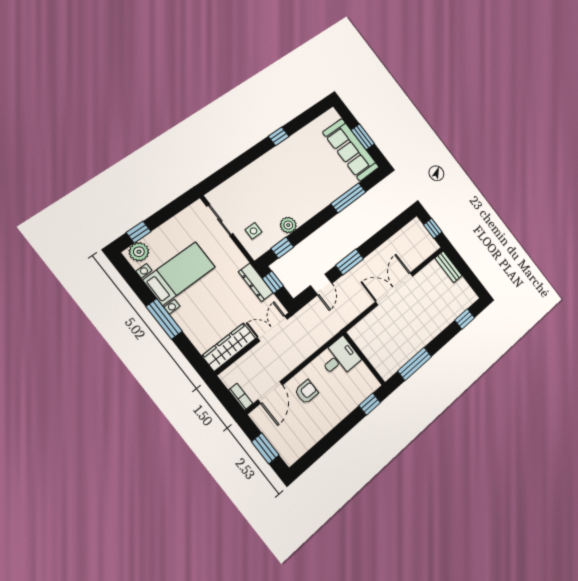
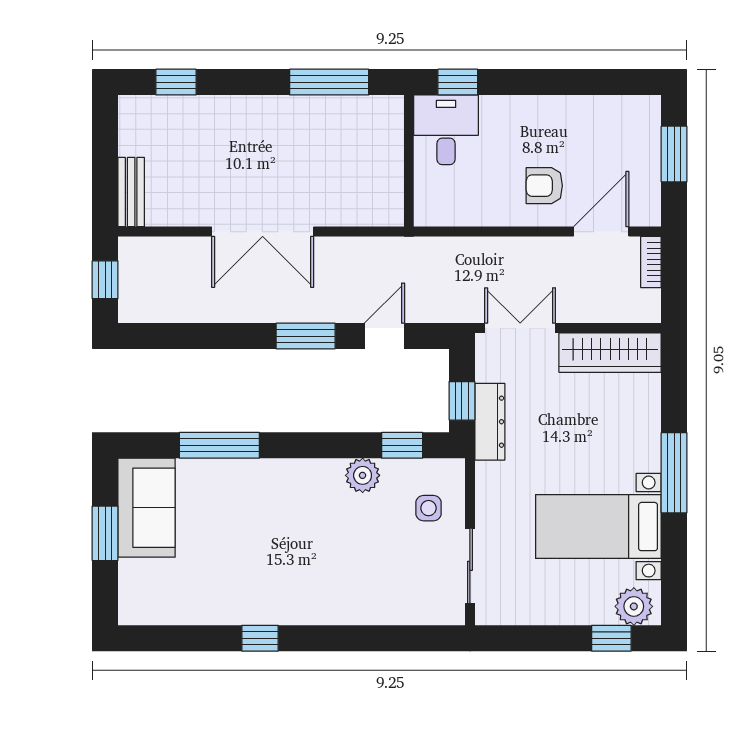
sofa: (351, 150) -> (147, 508), width x0.73
double door: (272, 328) -> (520, 328), swing flipped
desk: (340, 358) -> (446, 130), moved, turned 90

